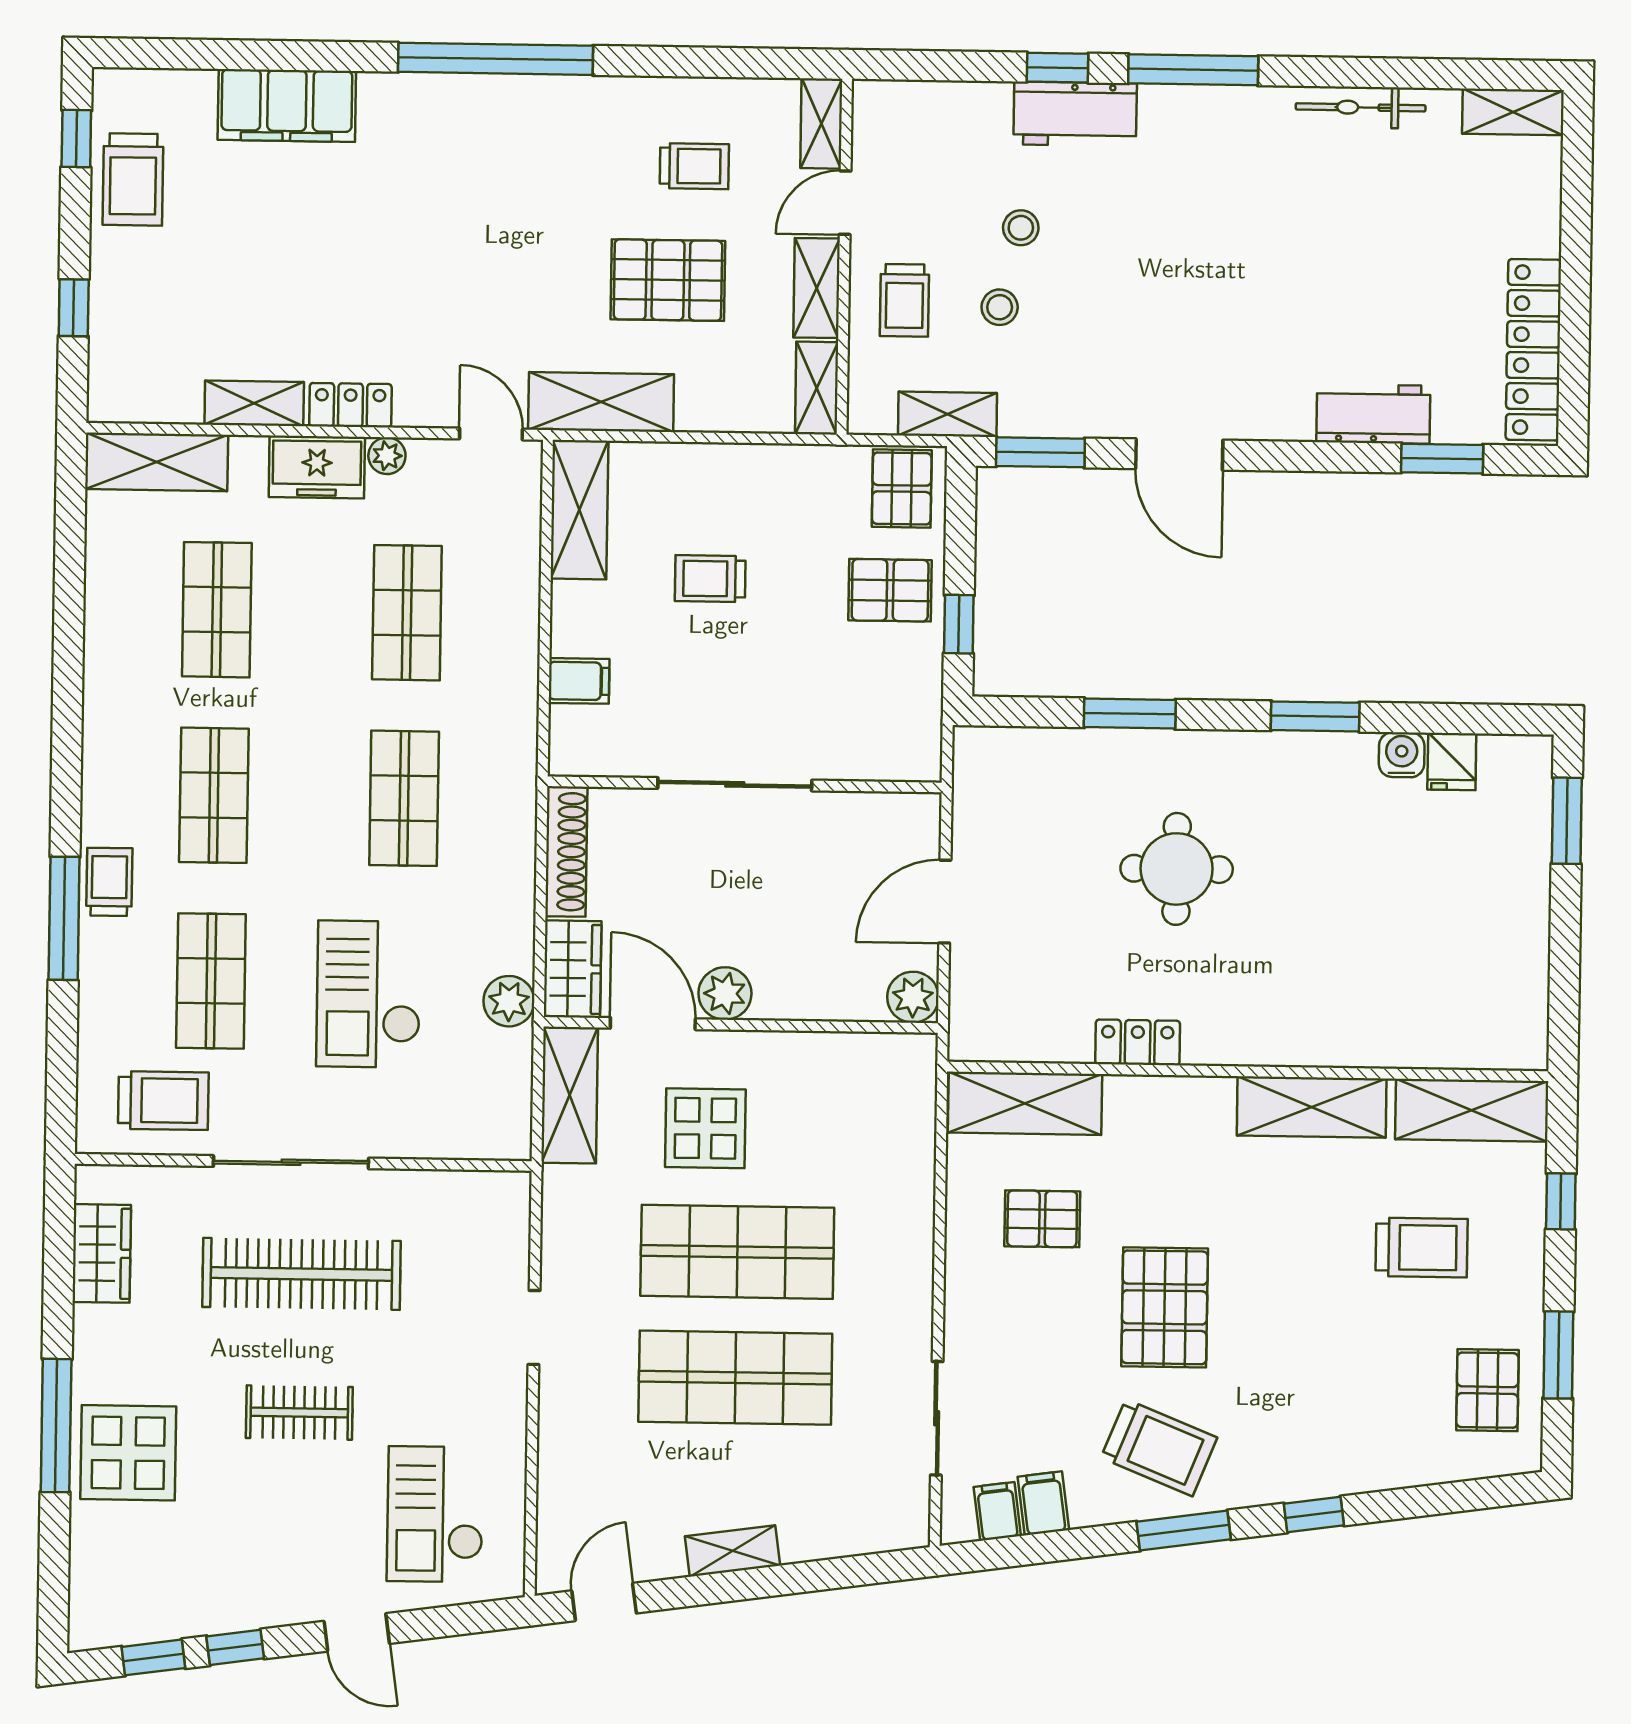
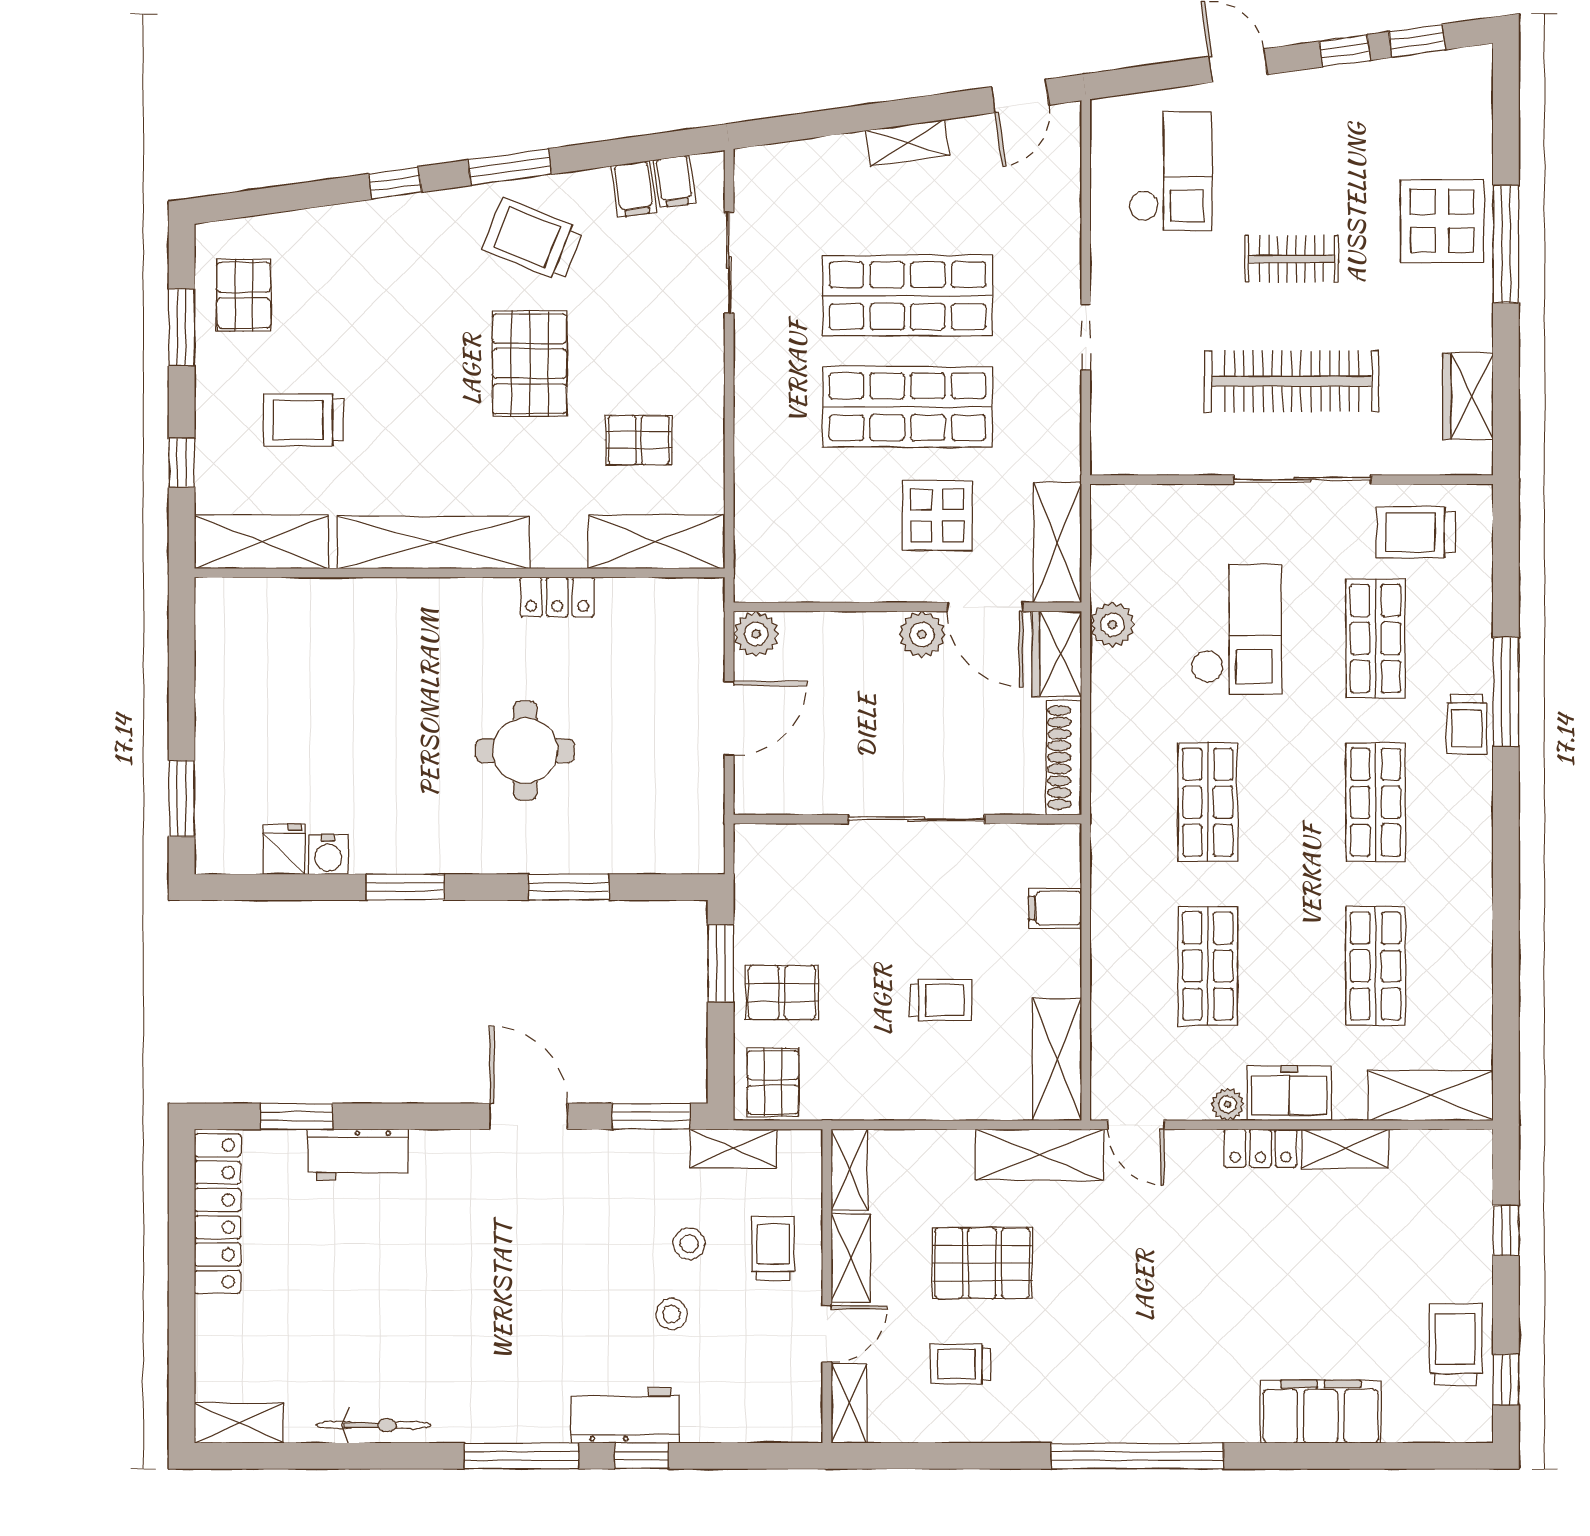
window: (959, 624) -> (721, 964), width x1.50
shelving: (1312, 1107) -> (433, 542), width x1.47

